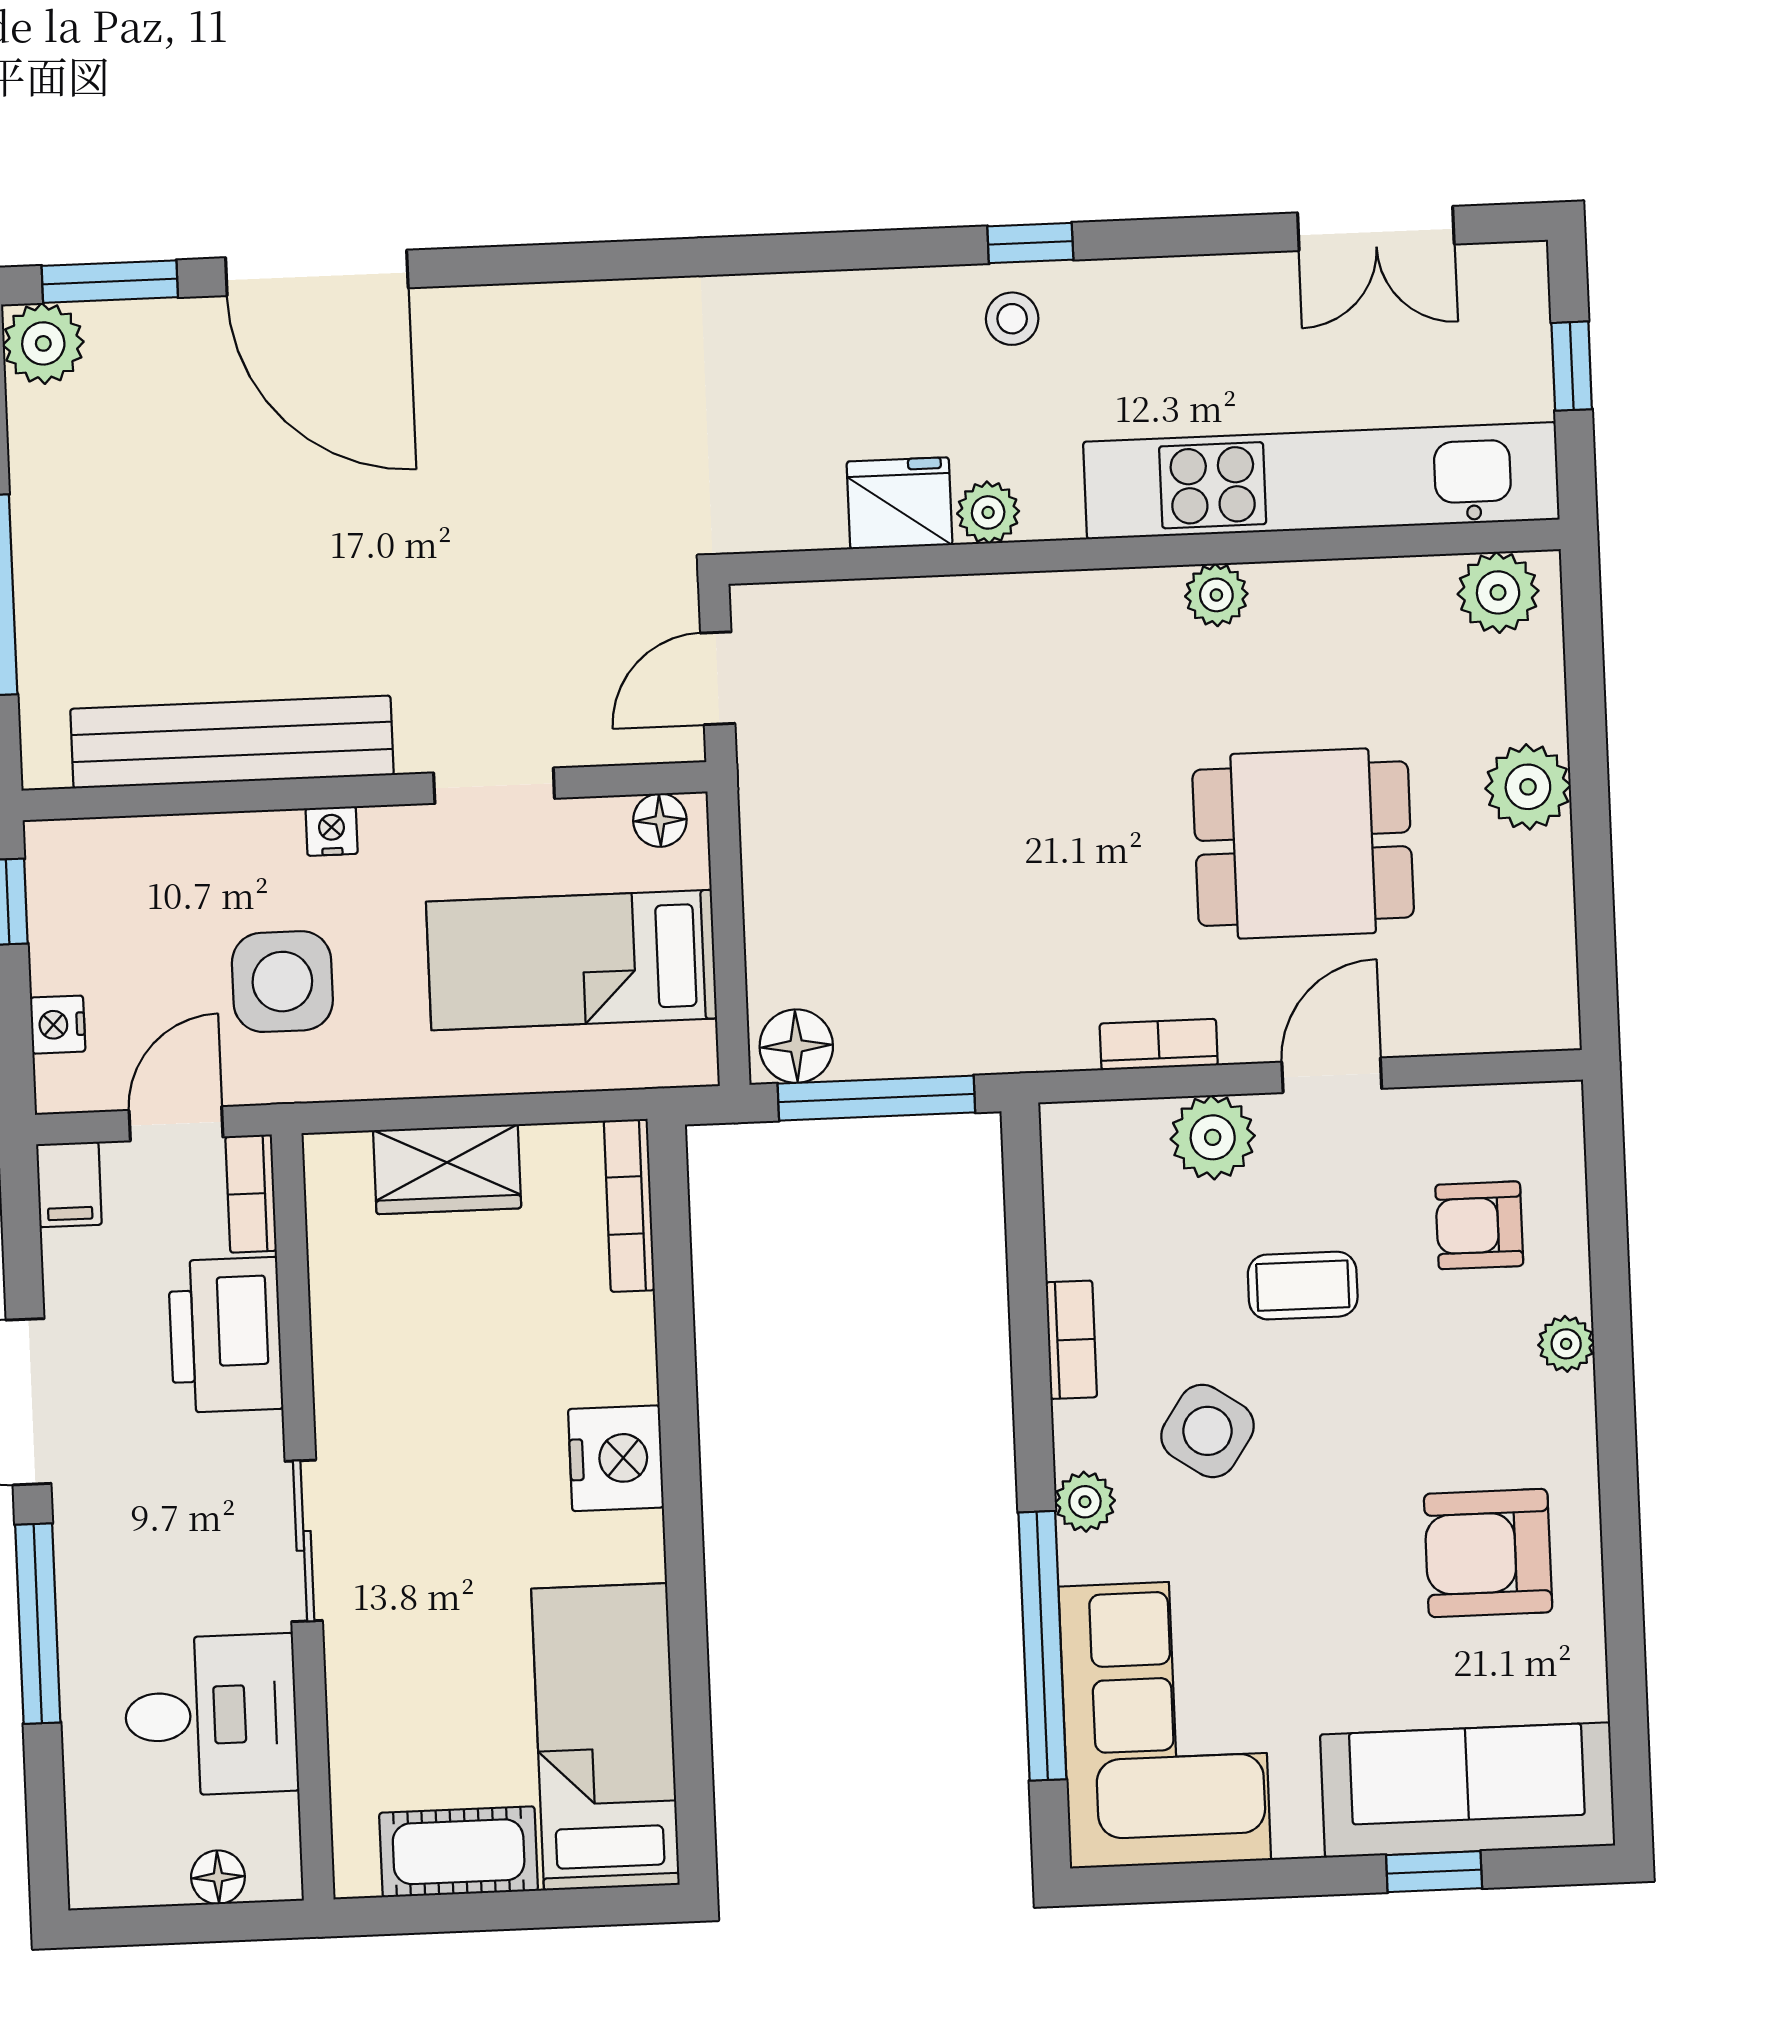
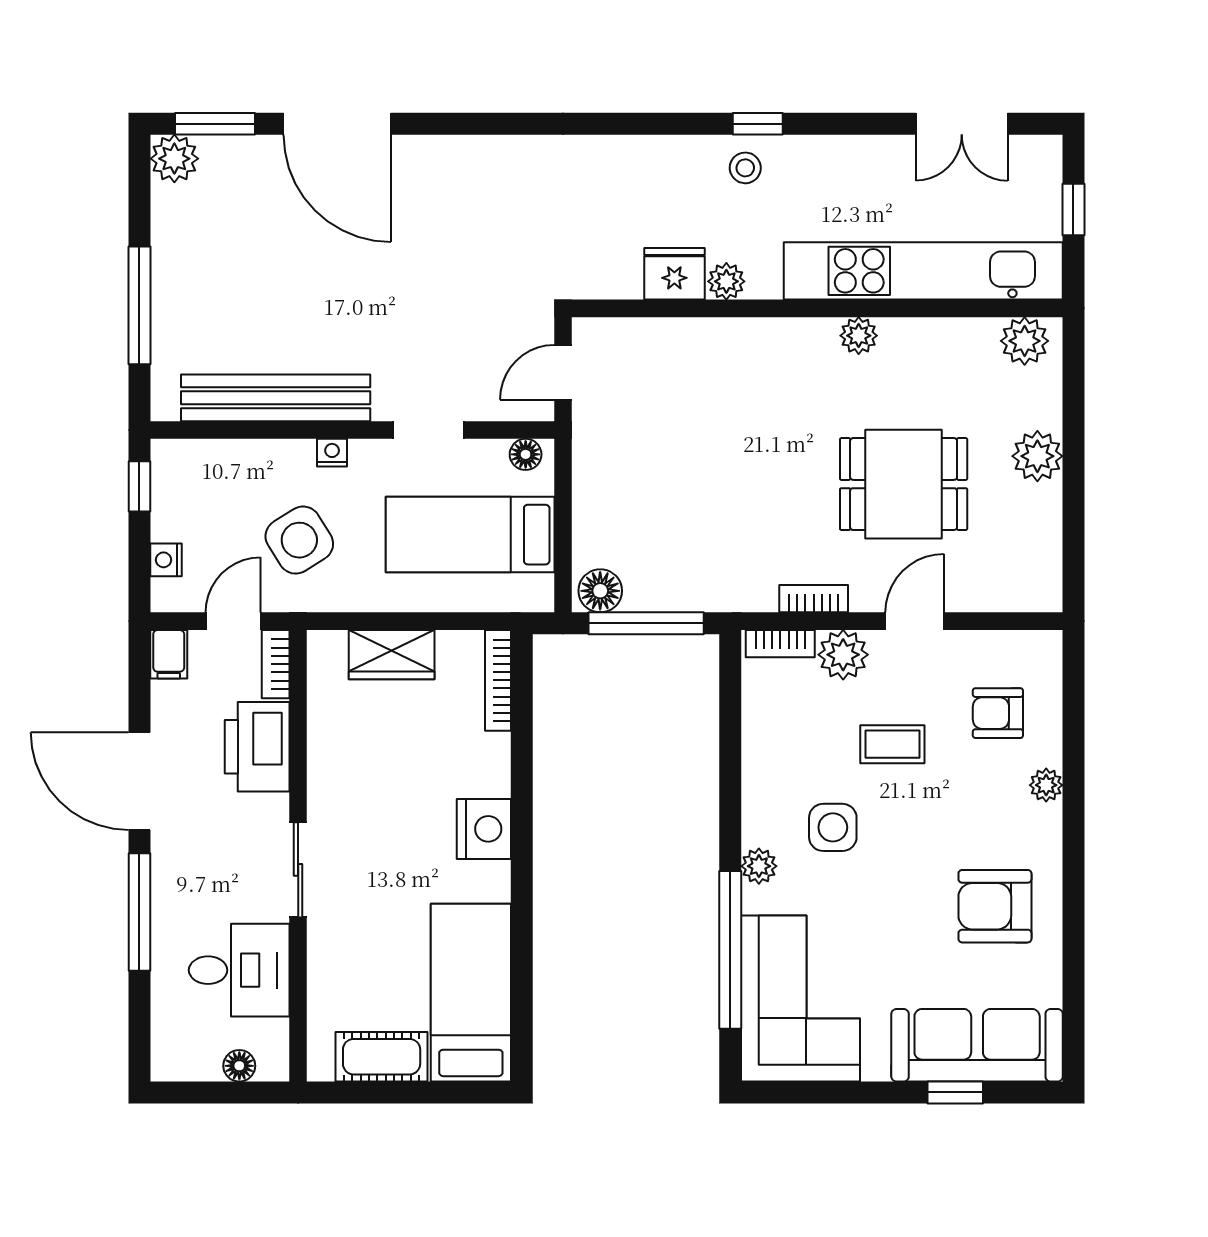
side table: (282, 982) -> (299, 540), turned -32
bookcase: (1071, 1340) -> (780, 644), moved, turned 90
side table: (1207, 1431) -> (833, 827), turned -34

